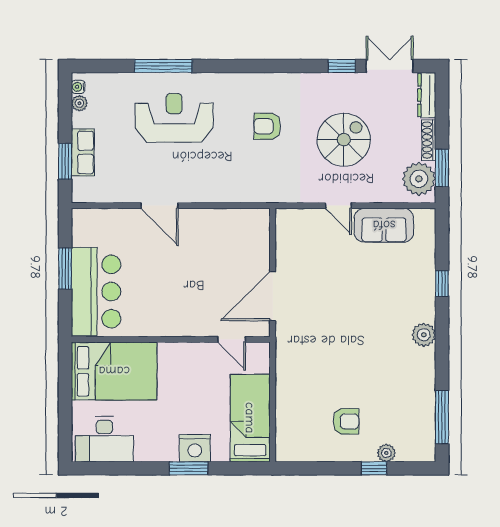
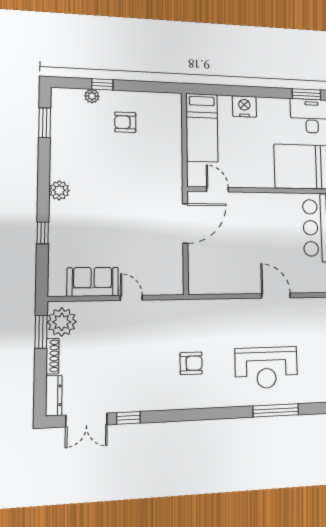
spiral stairs: (344, 140) -> (127, 354), removed
window: (442, 417) -> (45, 123), width x0.69
window: (189, 468) -> (307, 94), moved

